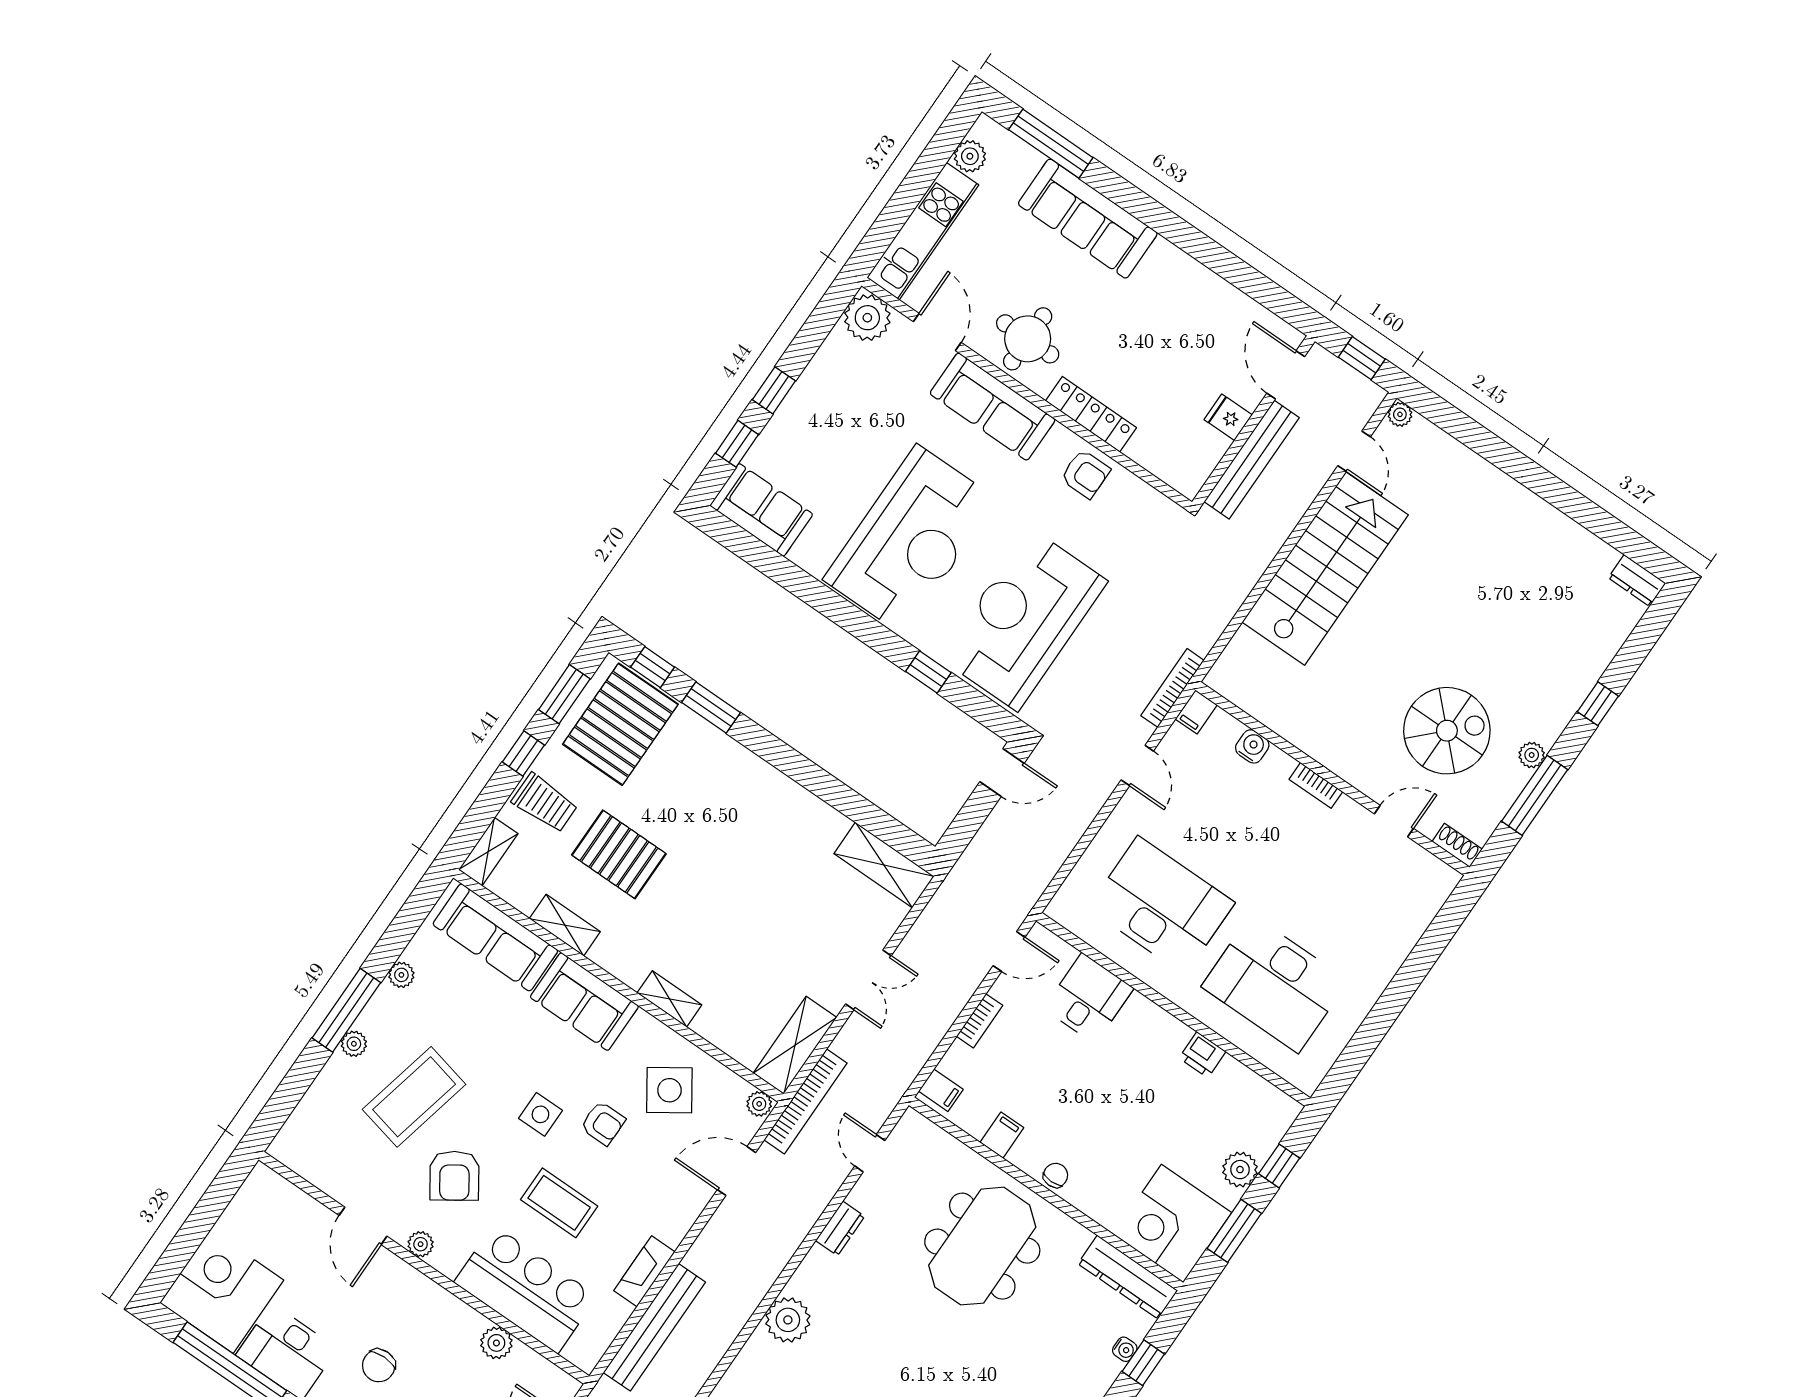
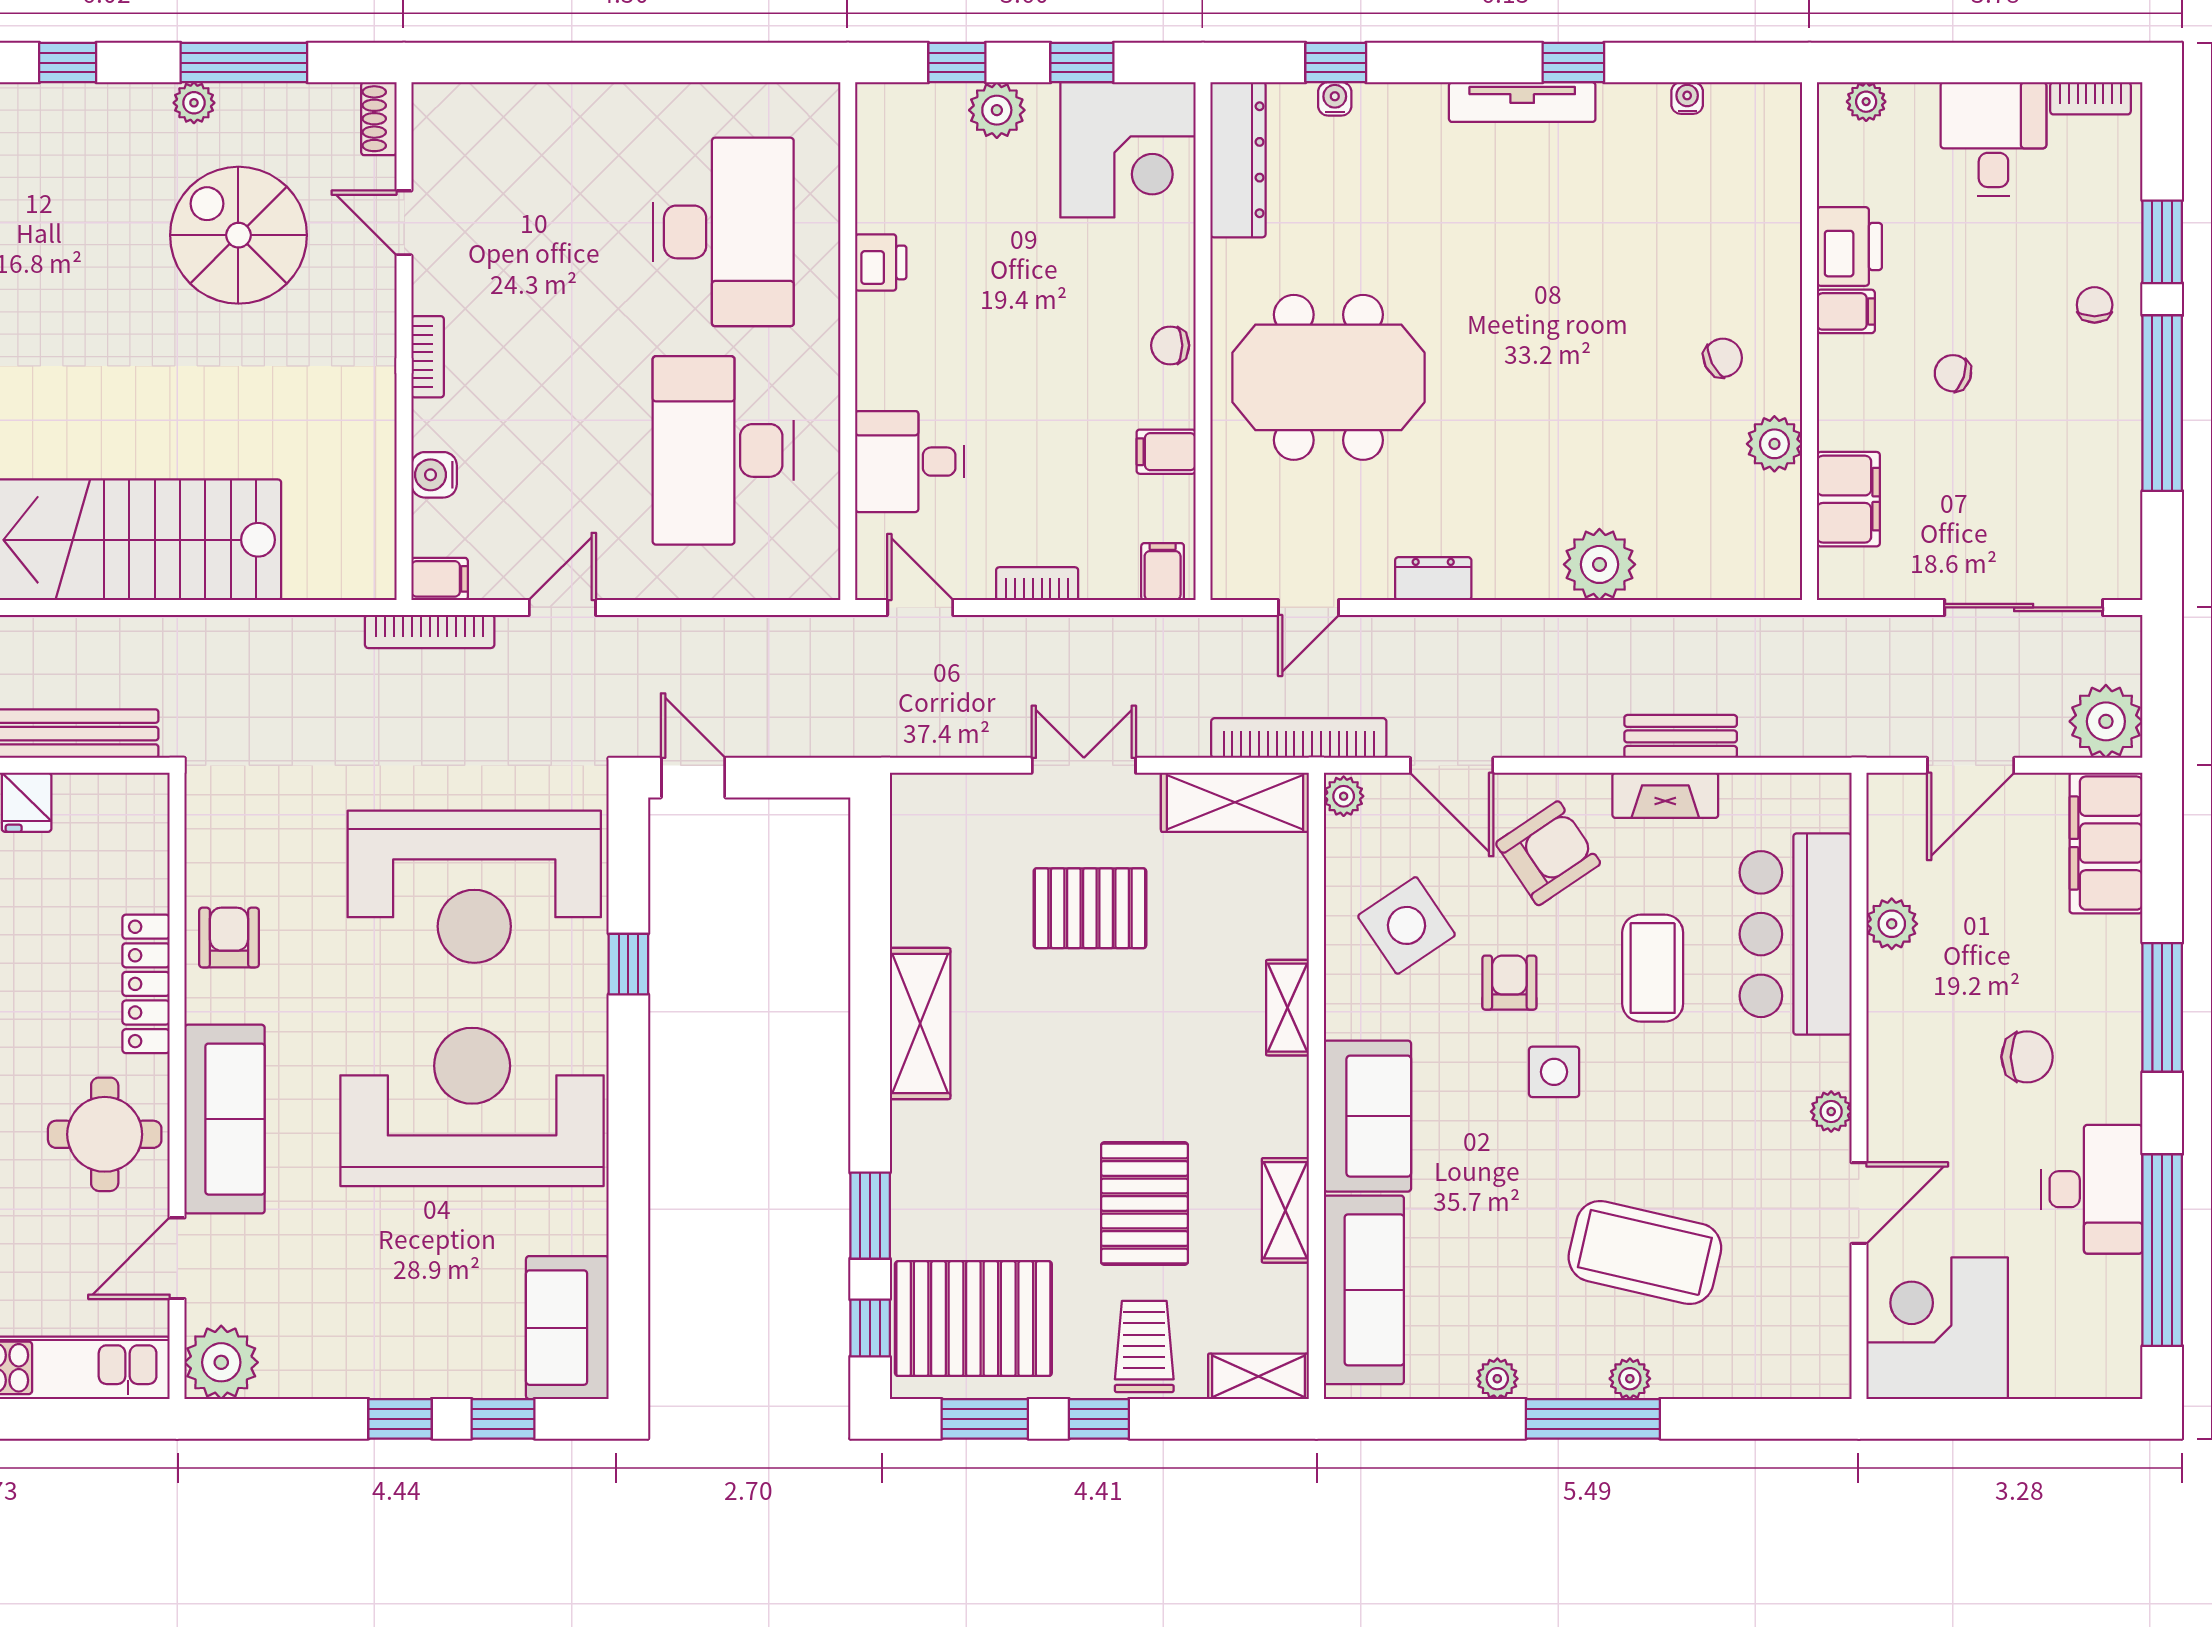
shelving: (884, 865) -> (920, 1024), moved
pallet: (792, 932) -> (1090, 908), added
armchair: (454, 1176) -> (1548, 853), moved
window: (1234, 1231) -> (1082, 63), width x0.67
corner desk: (222, 1291) -> (1937, 1328), moved, turned 90
bench: (654, 1327) -> (1681, 736), width x0.54, depth x0.82

